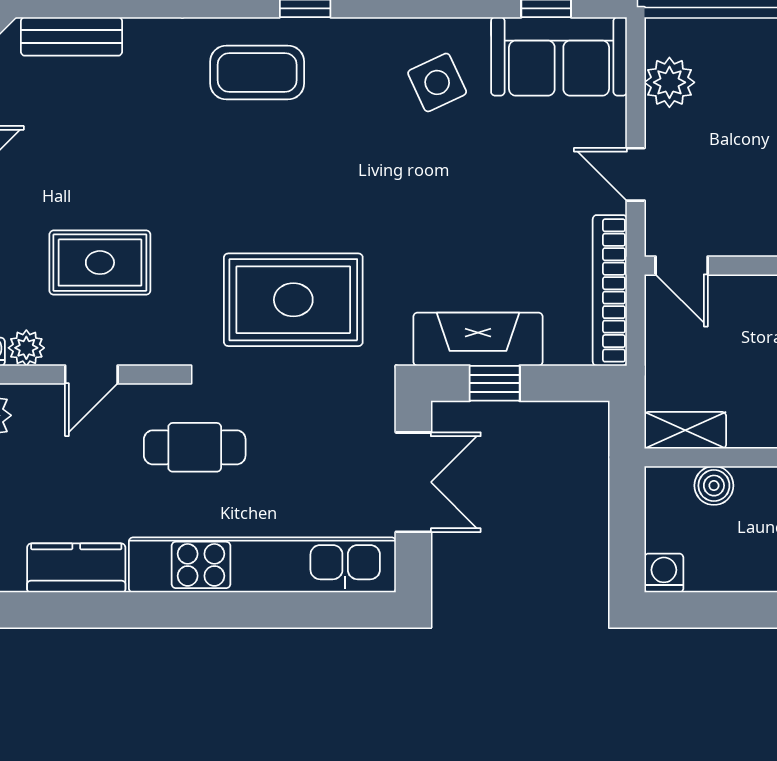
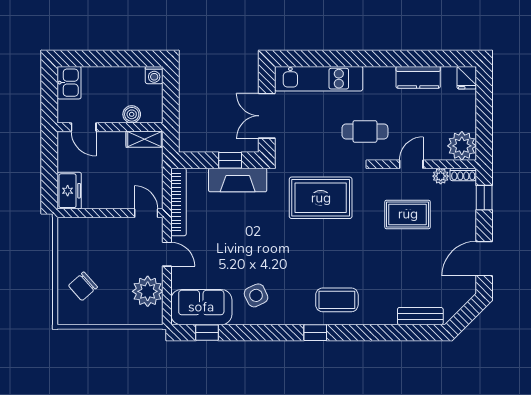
plant: (669, 82) -> (148, 291), width x1.36, depth x1.36
kitchen unit: (262, 565) -> (319, 79), width x0.73

